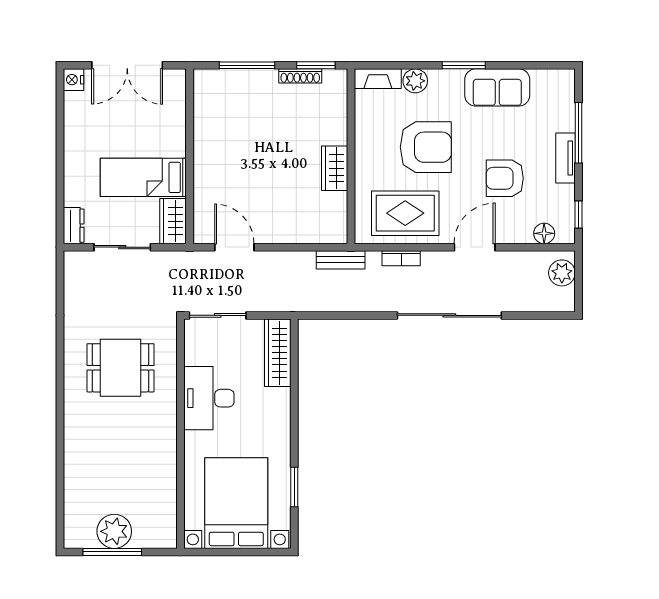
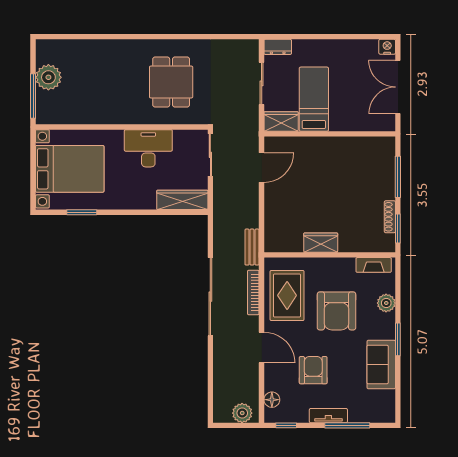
fireplace: (378, 79) -> (374, 265), moved, turned -90
bookcase: (401, 258) -> (253, 293), width x1.56
sliding door: (449, 315) -> (210, 297), moved
window: (112, 552) -> (33, 96), moved

